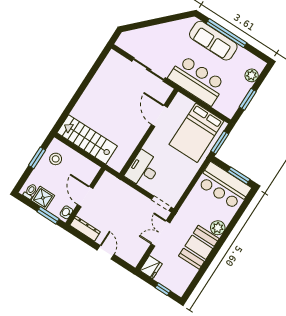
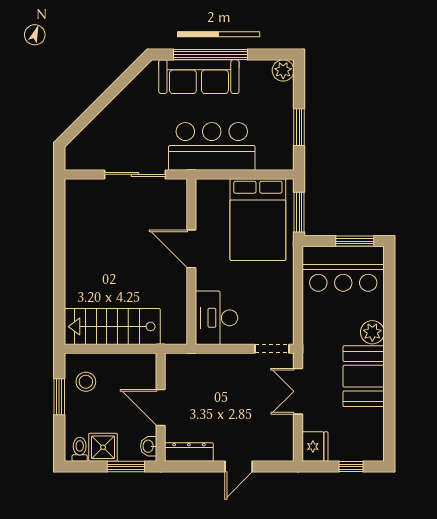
plant: (252, 75) -> (283, 70), moved
door: (159, 116) -> (191, 249), moved
door: (106, 252) -> (239, 467), swing flipped

